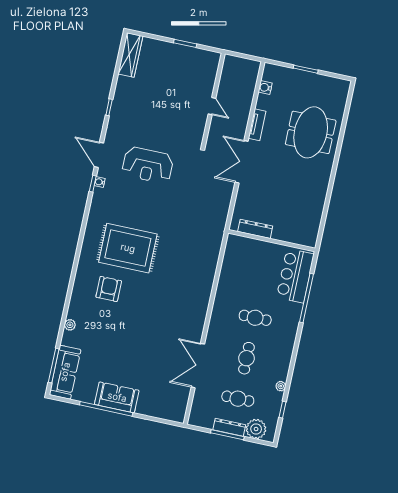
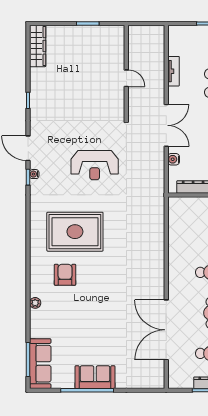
water cooler: (265, 88) -> (174, 159), moved
tv unit: (257, 125) -> (173, 71), moved
double door: (242, 162) -> (166, 125), swing flipped
reception desk: (148, 165) -> (95, 165), moved
plant: (70, 325) -> (35, 303), moved
double door: (198, 366) -> (166, 330), width x1.36

